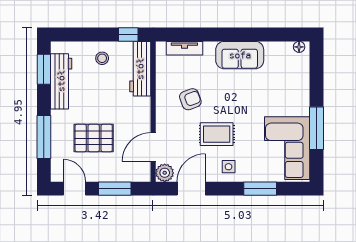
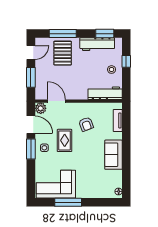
window: (128, 35) -> (126, 61), moved
pallet: (94, 138) -> (63, 53), moved
window: (260, 189) -> (31, 149), moved

